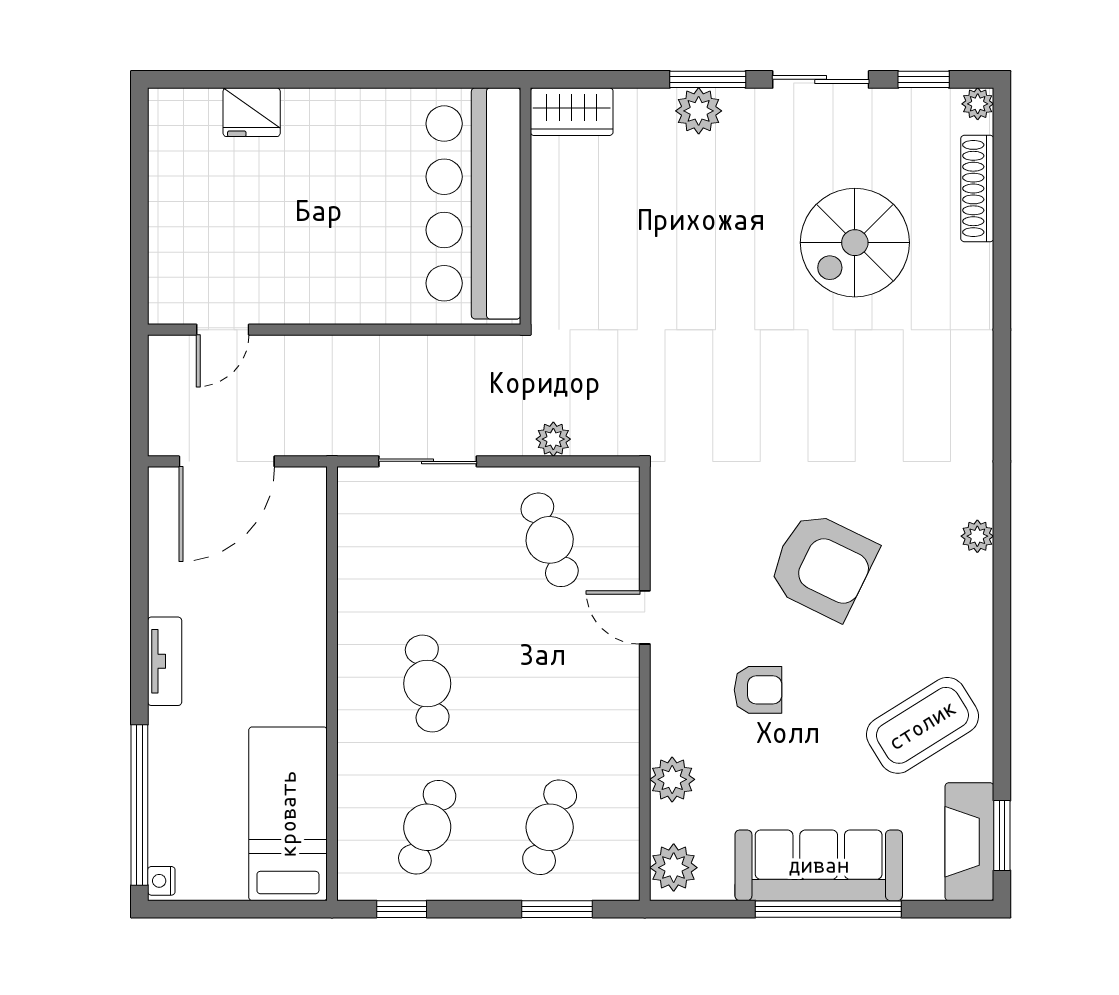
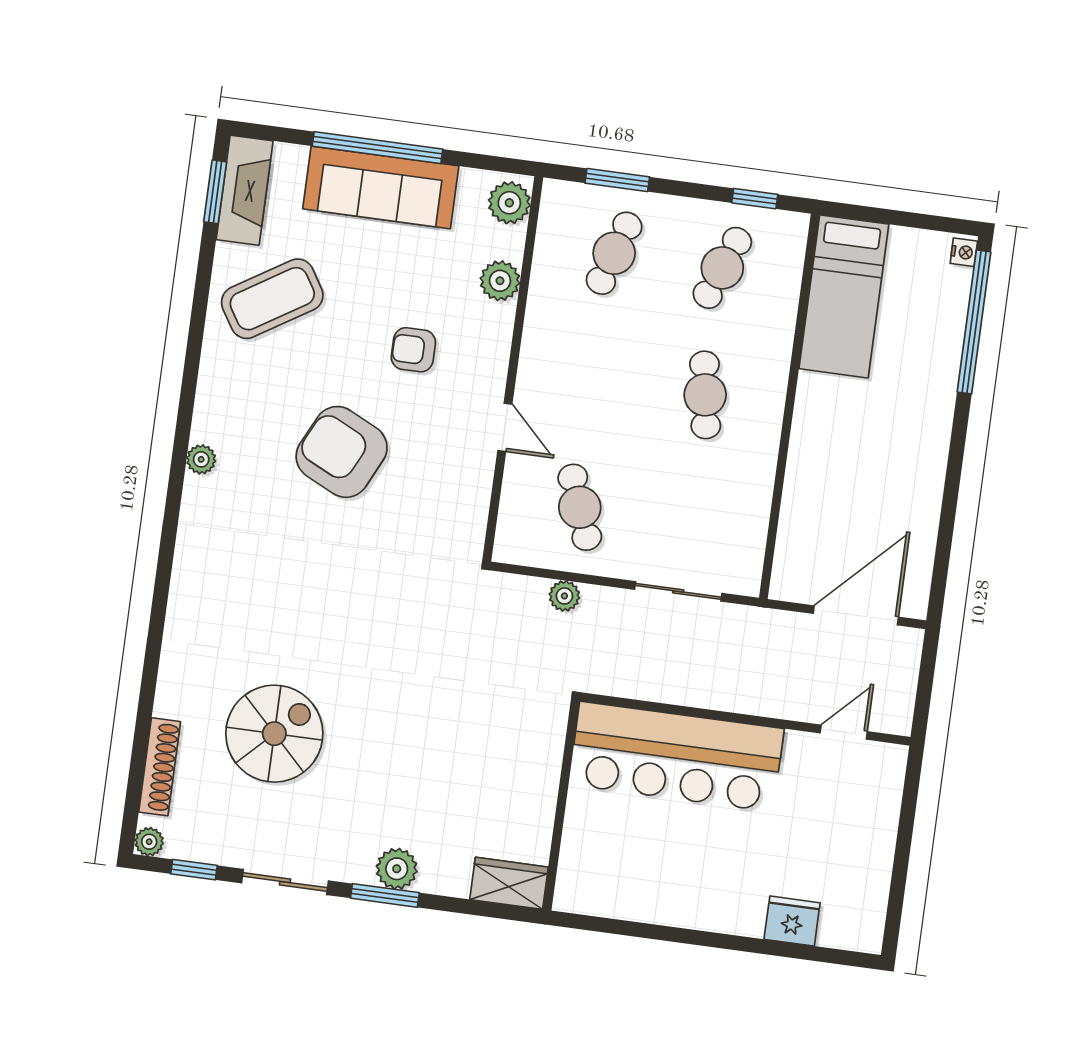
bar counter: (473, 203) -> (676, 757), moved, turned 90
tv unit: (165, 661) -> (935, 446), removed

